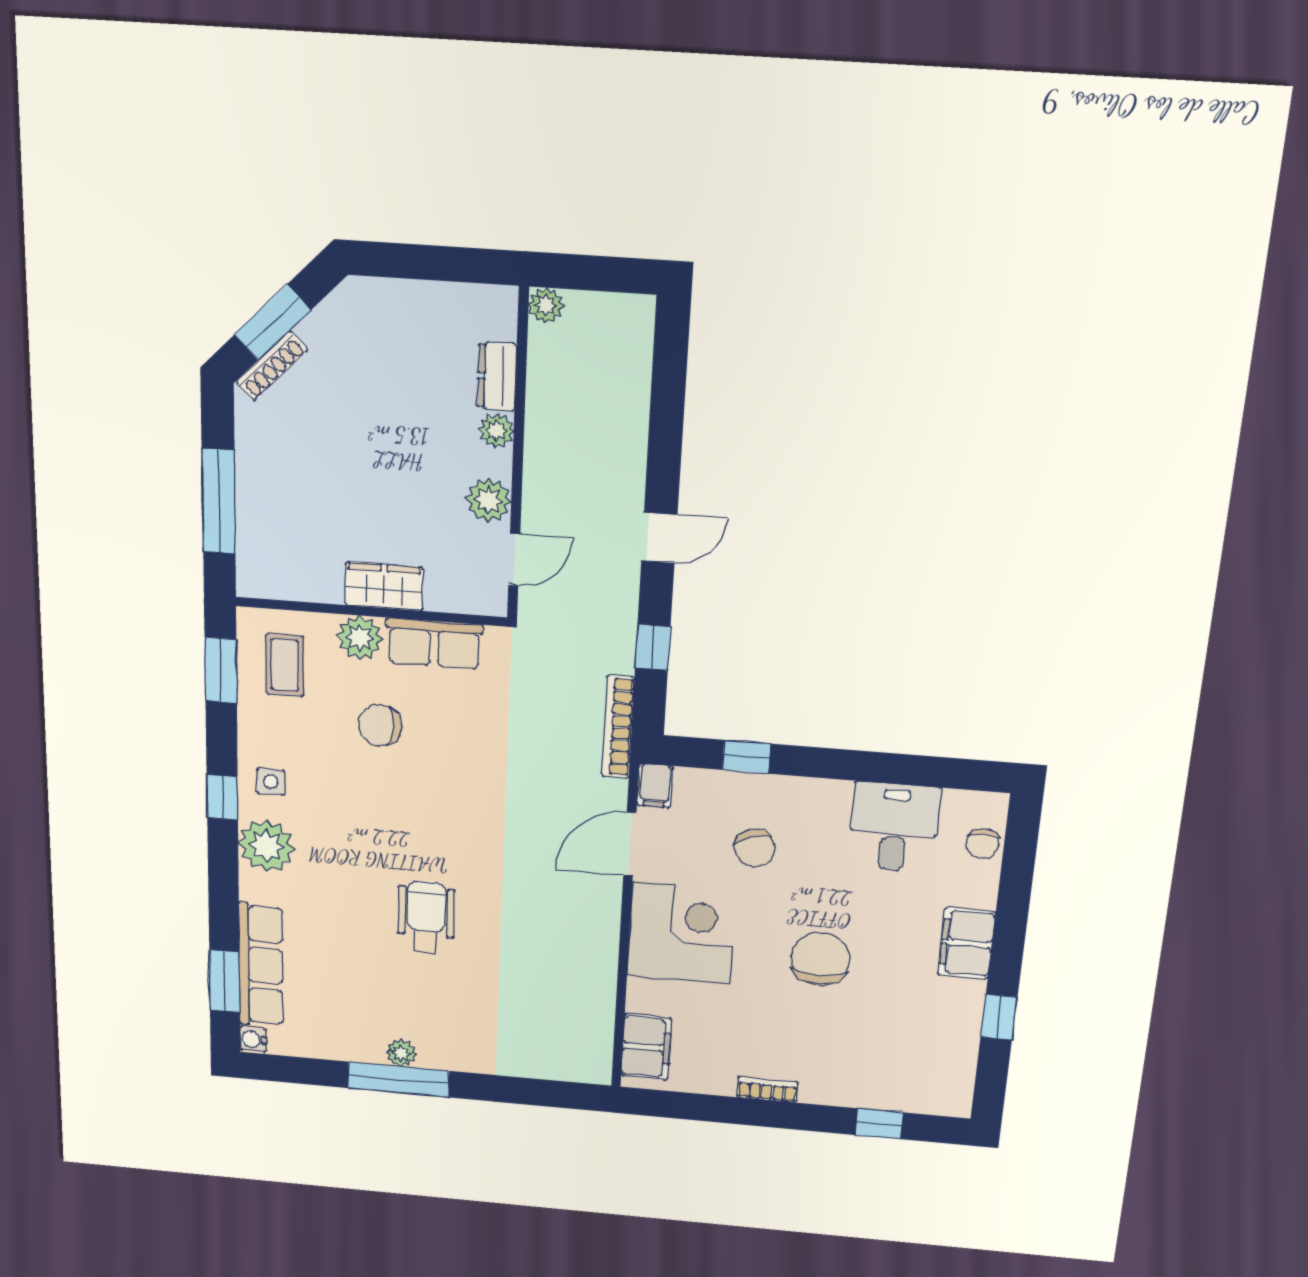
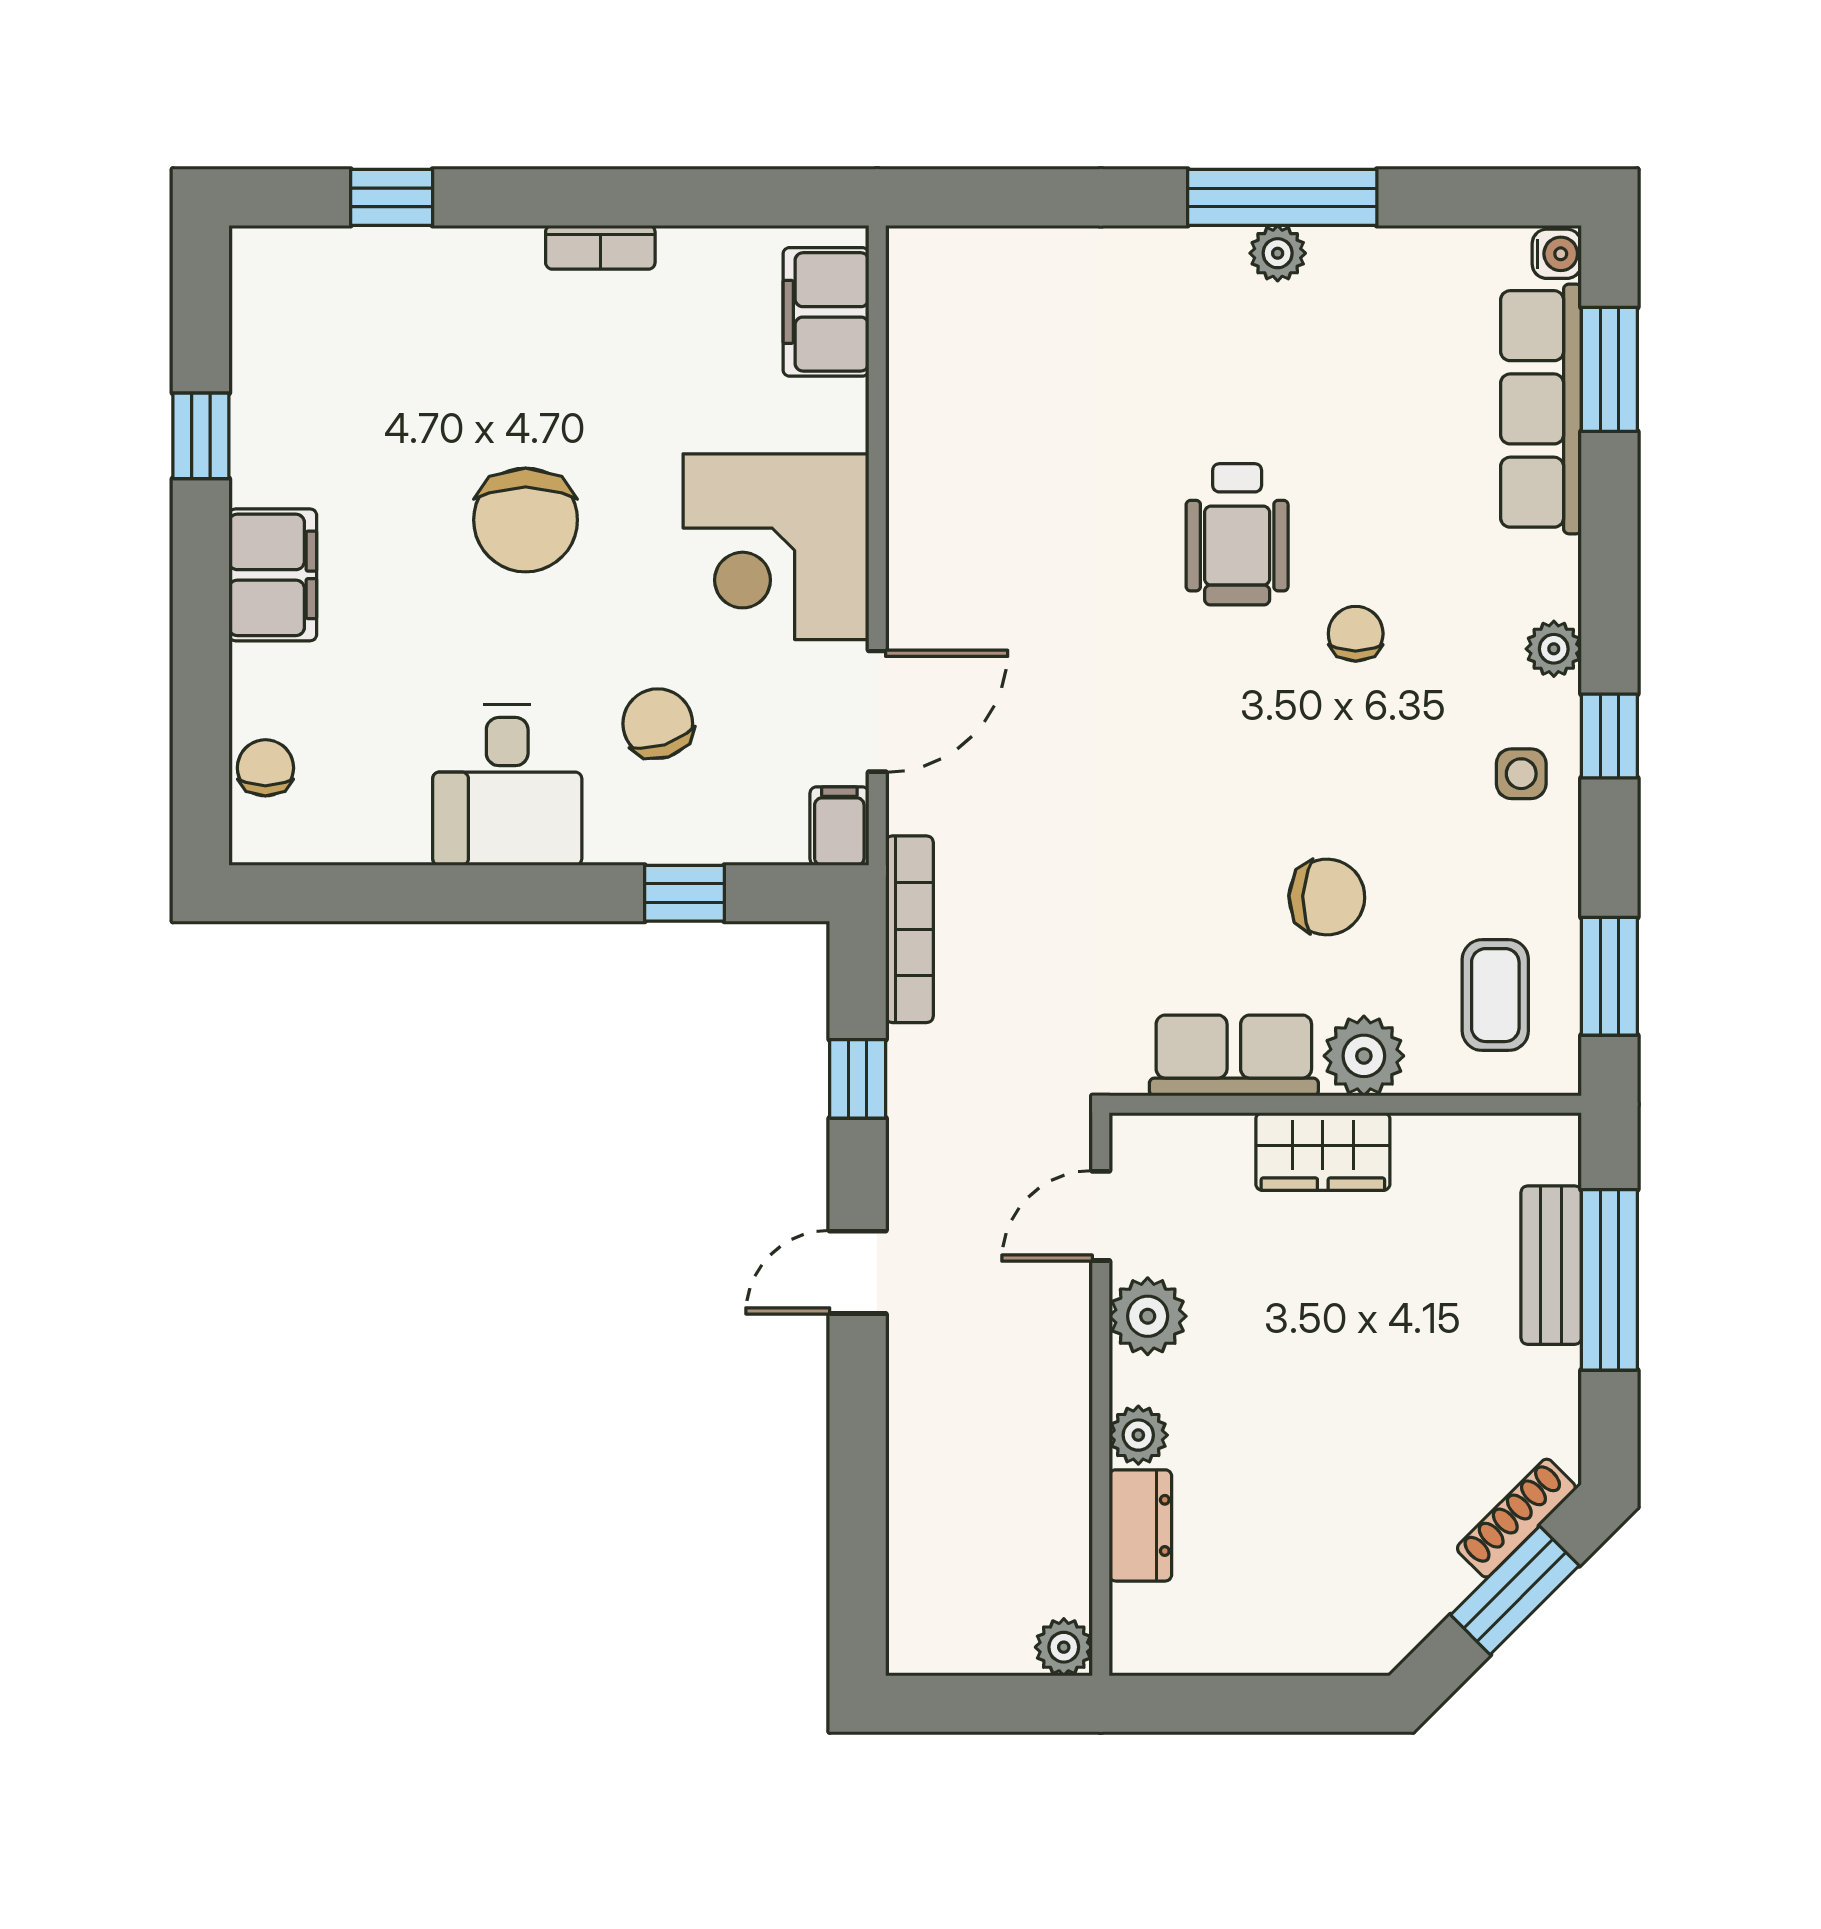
bench: (252, 512) -> (1551, 1265), added
desk: (894, 827) -> (507, 785), moved
plant: (266, 846) -> (1554, 649), width x0.53, depth x0.53
chair: (362, 862) -> (1356, 634), added

